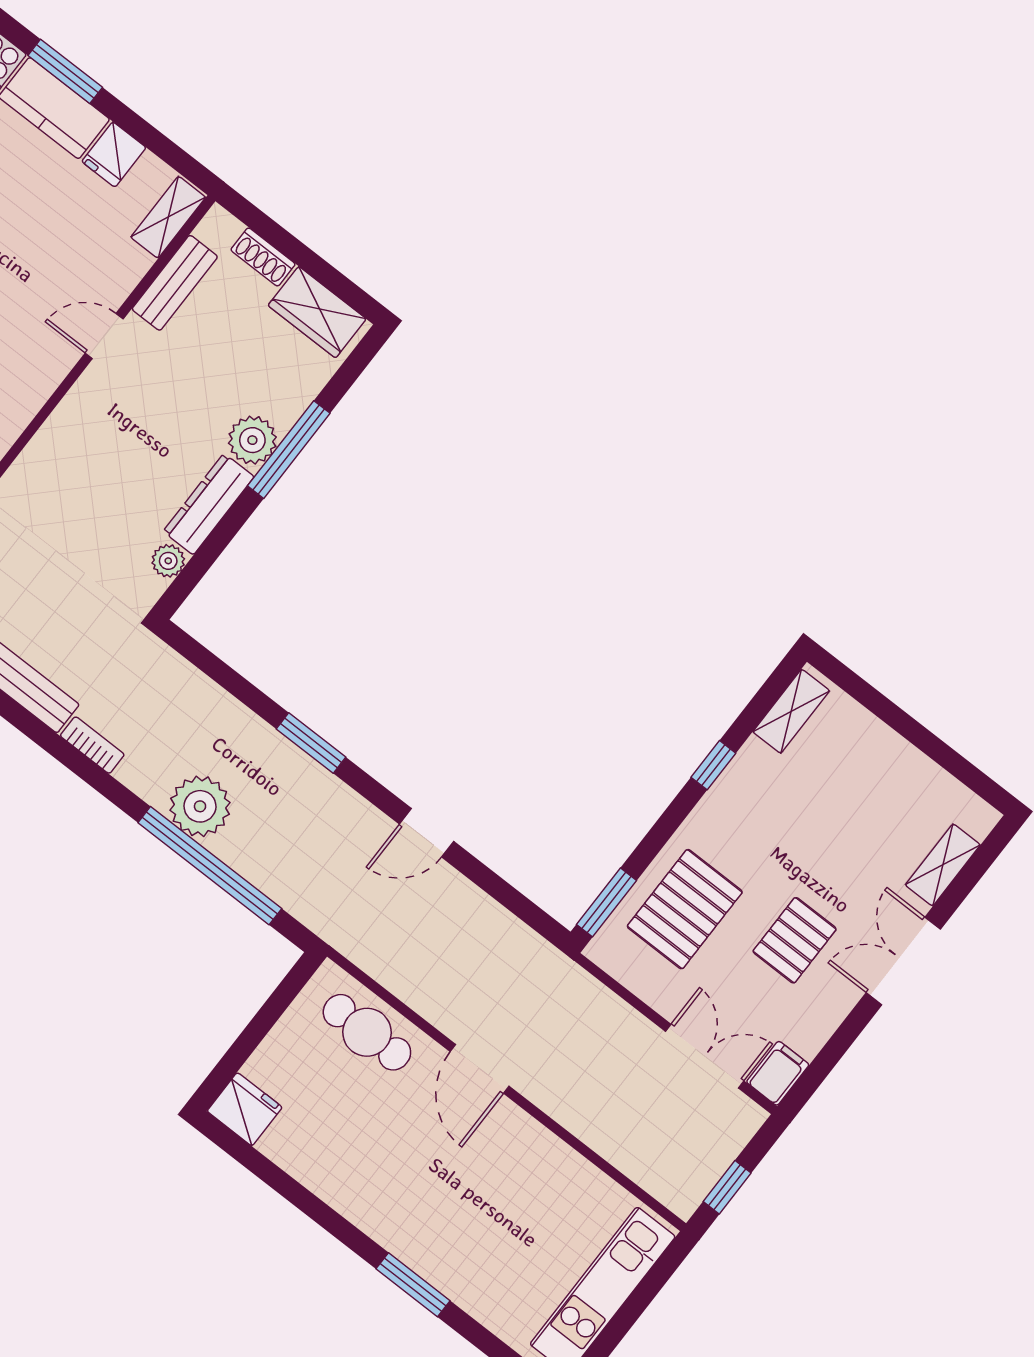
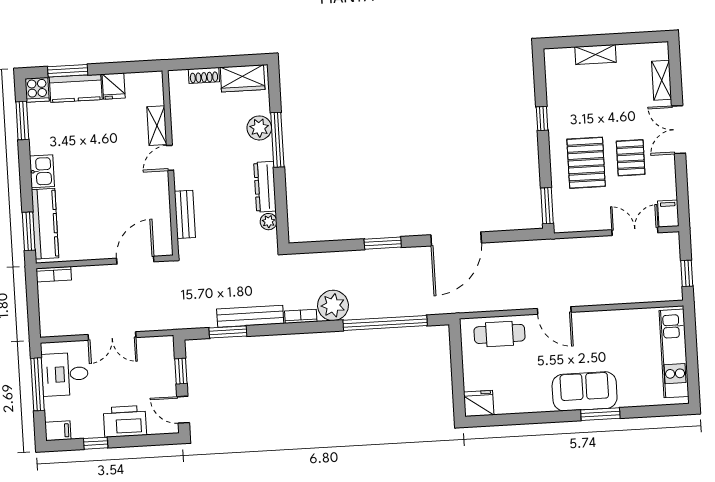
shelving: (168, 217) -> (157, 126), moved
bench: (175, 283) -> (185, 214), moved
plant: (252, 440) -> (259, 128), moved
shelving: (791, 711) -> (596, 55), moved, turned 90
plant: (200, 806) -> (333, 305), moved
door: (427, 833) -> (456, 239), width x1.88
pallet: (685, 909) -> (586, 163), moved
sofa: (419, 1230) -> (585, 391), added

